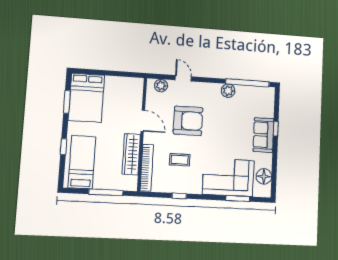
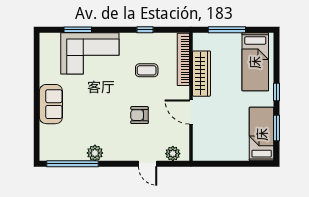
bed: (86, 98) -> (262, 134), width x0.67
armchair: (188, 121) -> (140, 115), width x0.53, depth x0.53
window: (276, 129) -> (37, 112), removed
window: (63, 147) -> (277, 92), moved
floor lamp: (264, 176) -> (48, 56), removed

